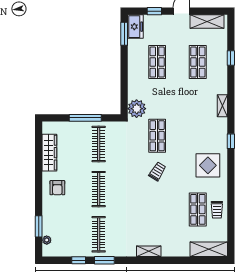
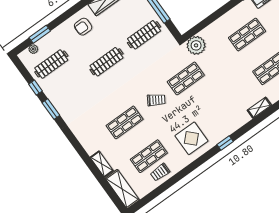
shelving: (222, 106) -> (259, 108), moved
shop shelf: (157, 209) -> (125, 122), added
clothes rail: (99, 234) -> (51, 64), moved
shelving: (149, 251) -> (102, 164), moved

